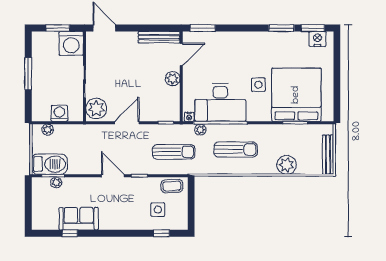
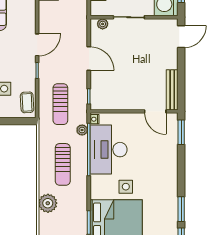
plant: (173, 79) -> (132, 103), removed
plant: (96, 108) -> (103, 24), width x0.53, depth x0.53
plant: (287, 165) -> (48, 203), moved

